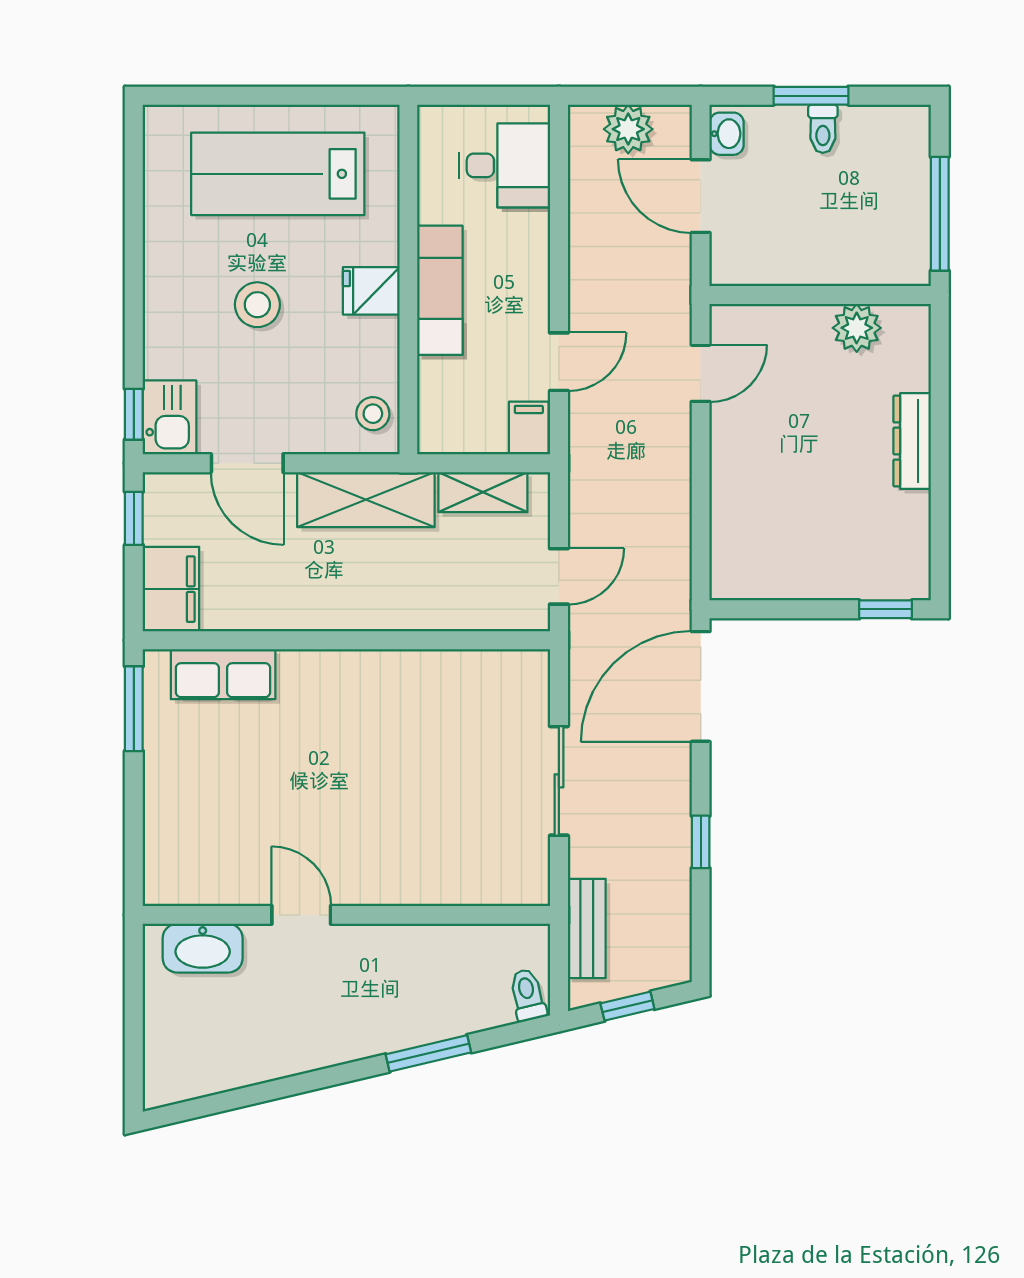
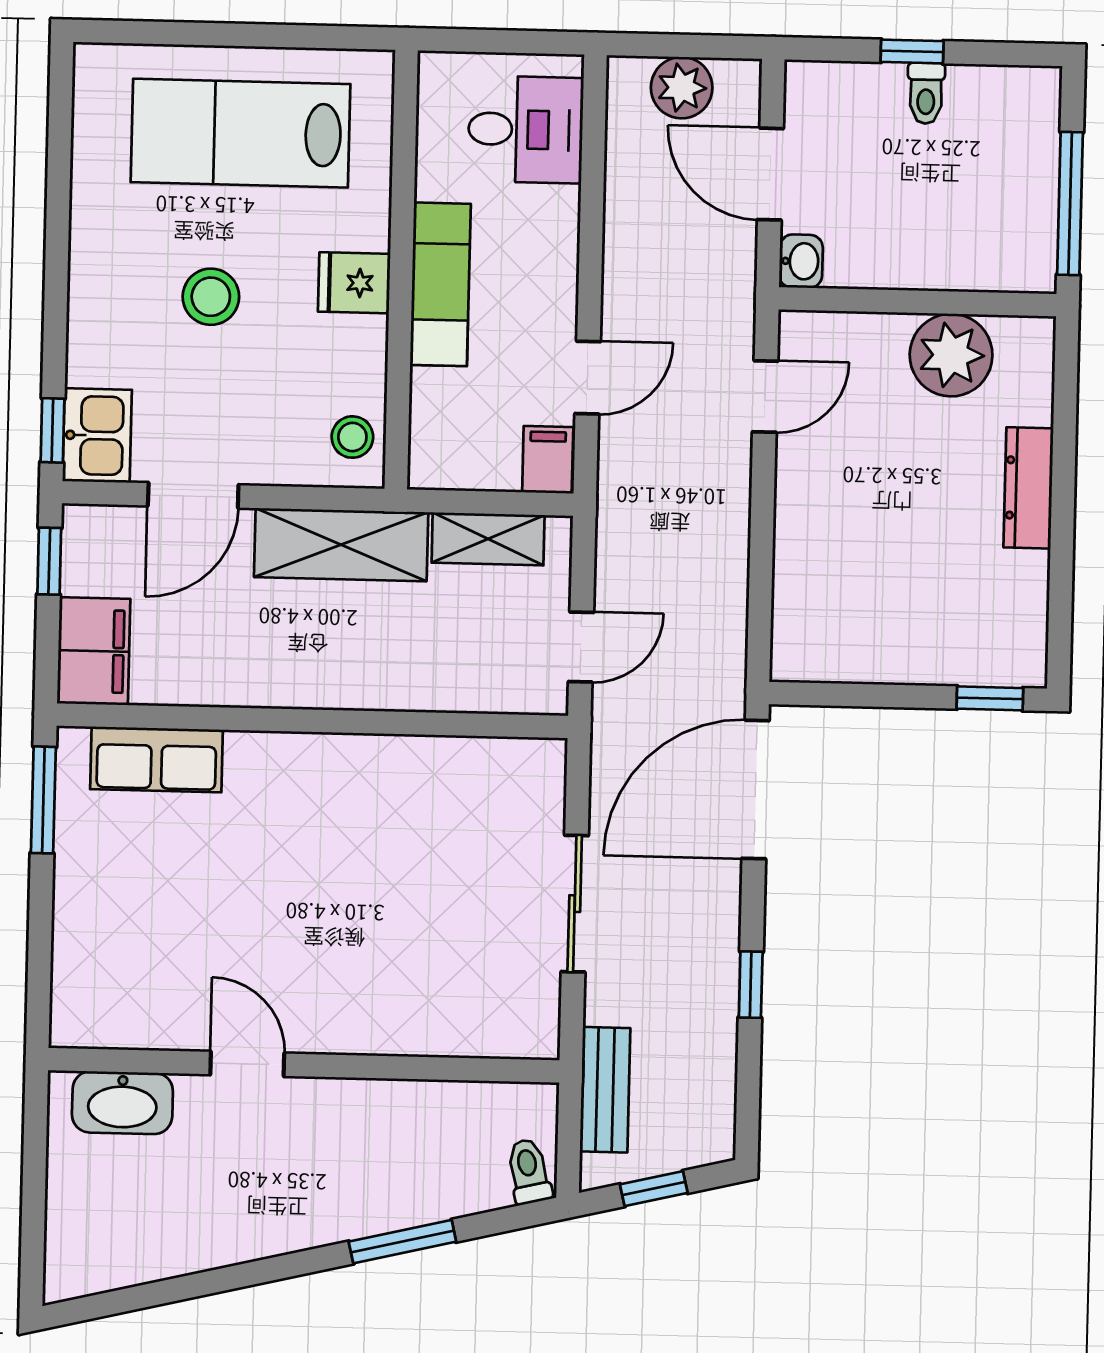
window: (811, 96) -> (912, 51), width x0.67
washbasin: (727, 134) -> (801, 261), moved
plant: (857, 328) -> (951, 355), width x1.36, depth x1.36
door: (247, 463) -> (193, 495), hinge flipped

